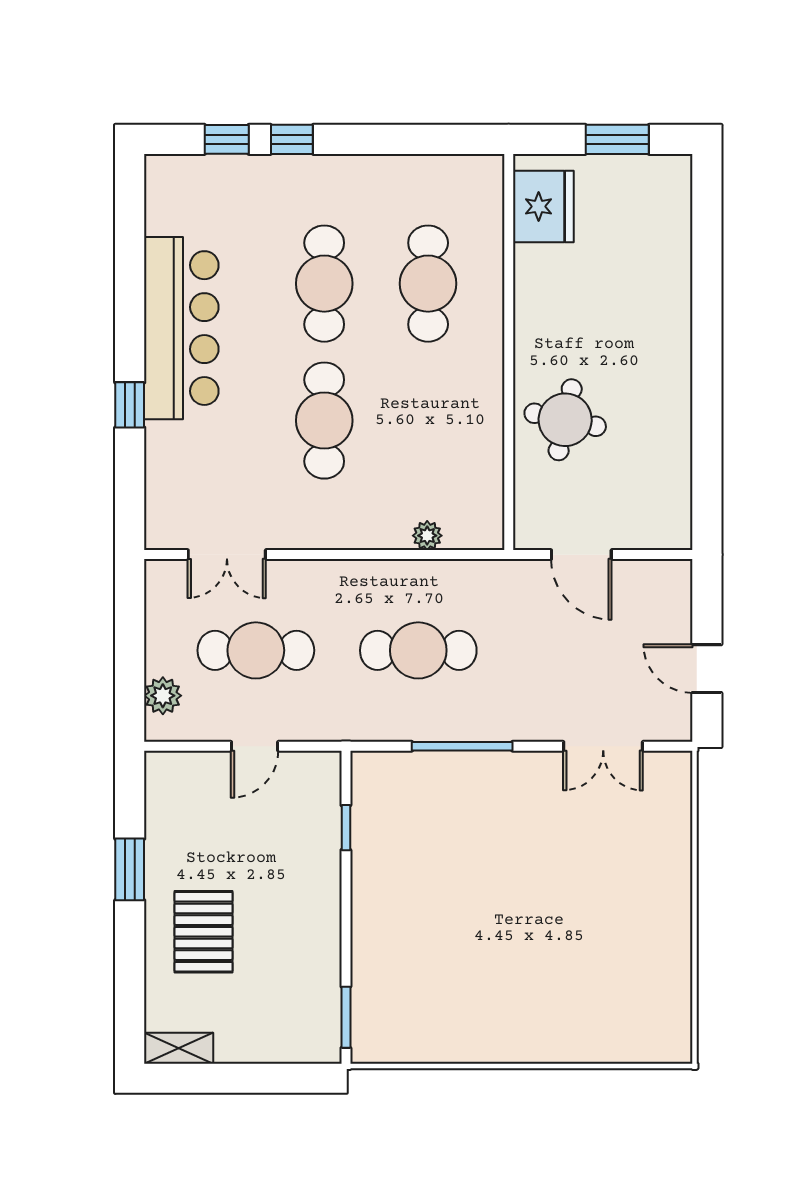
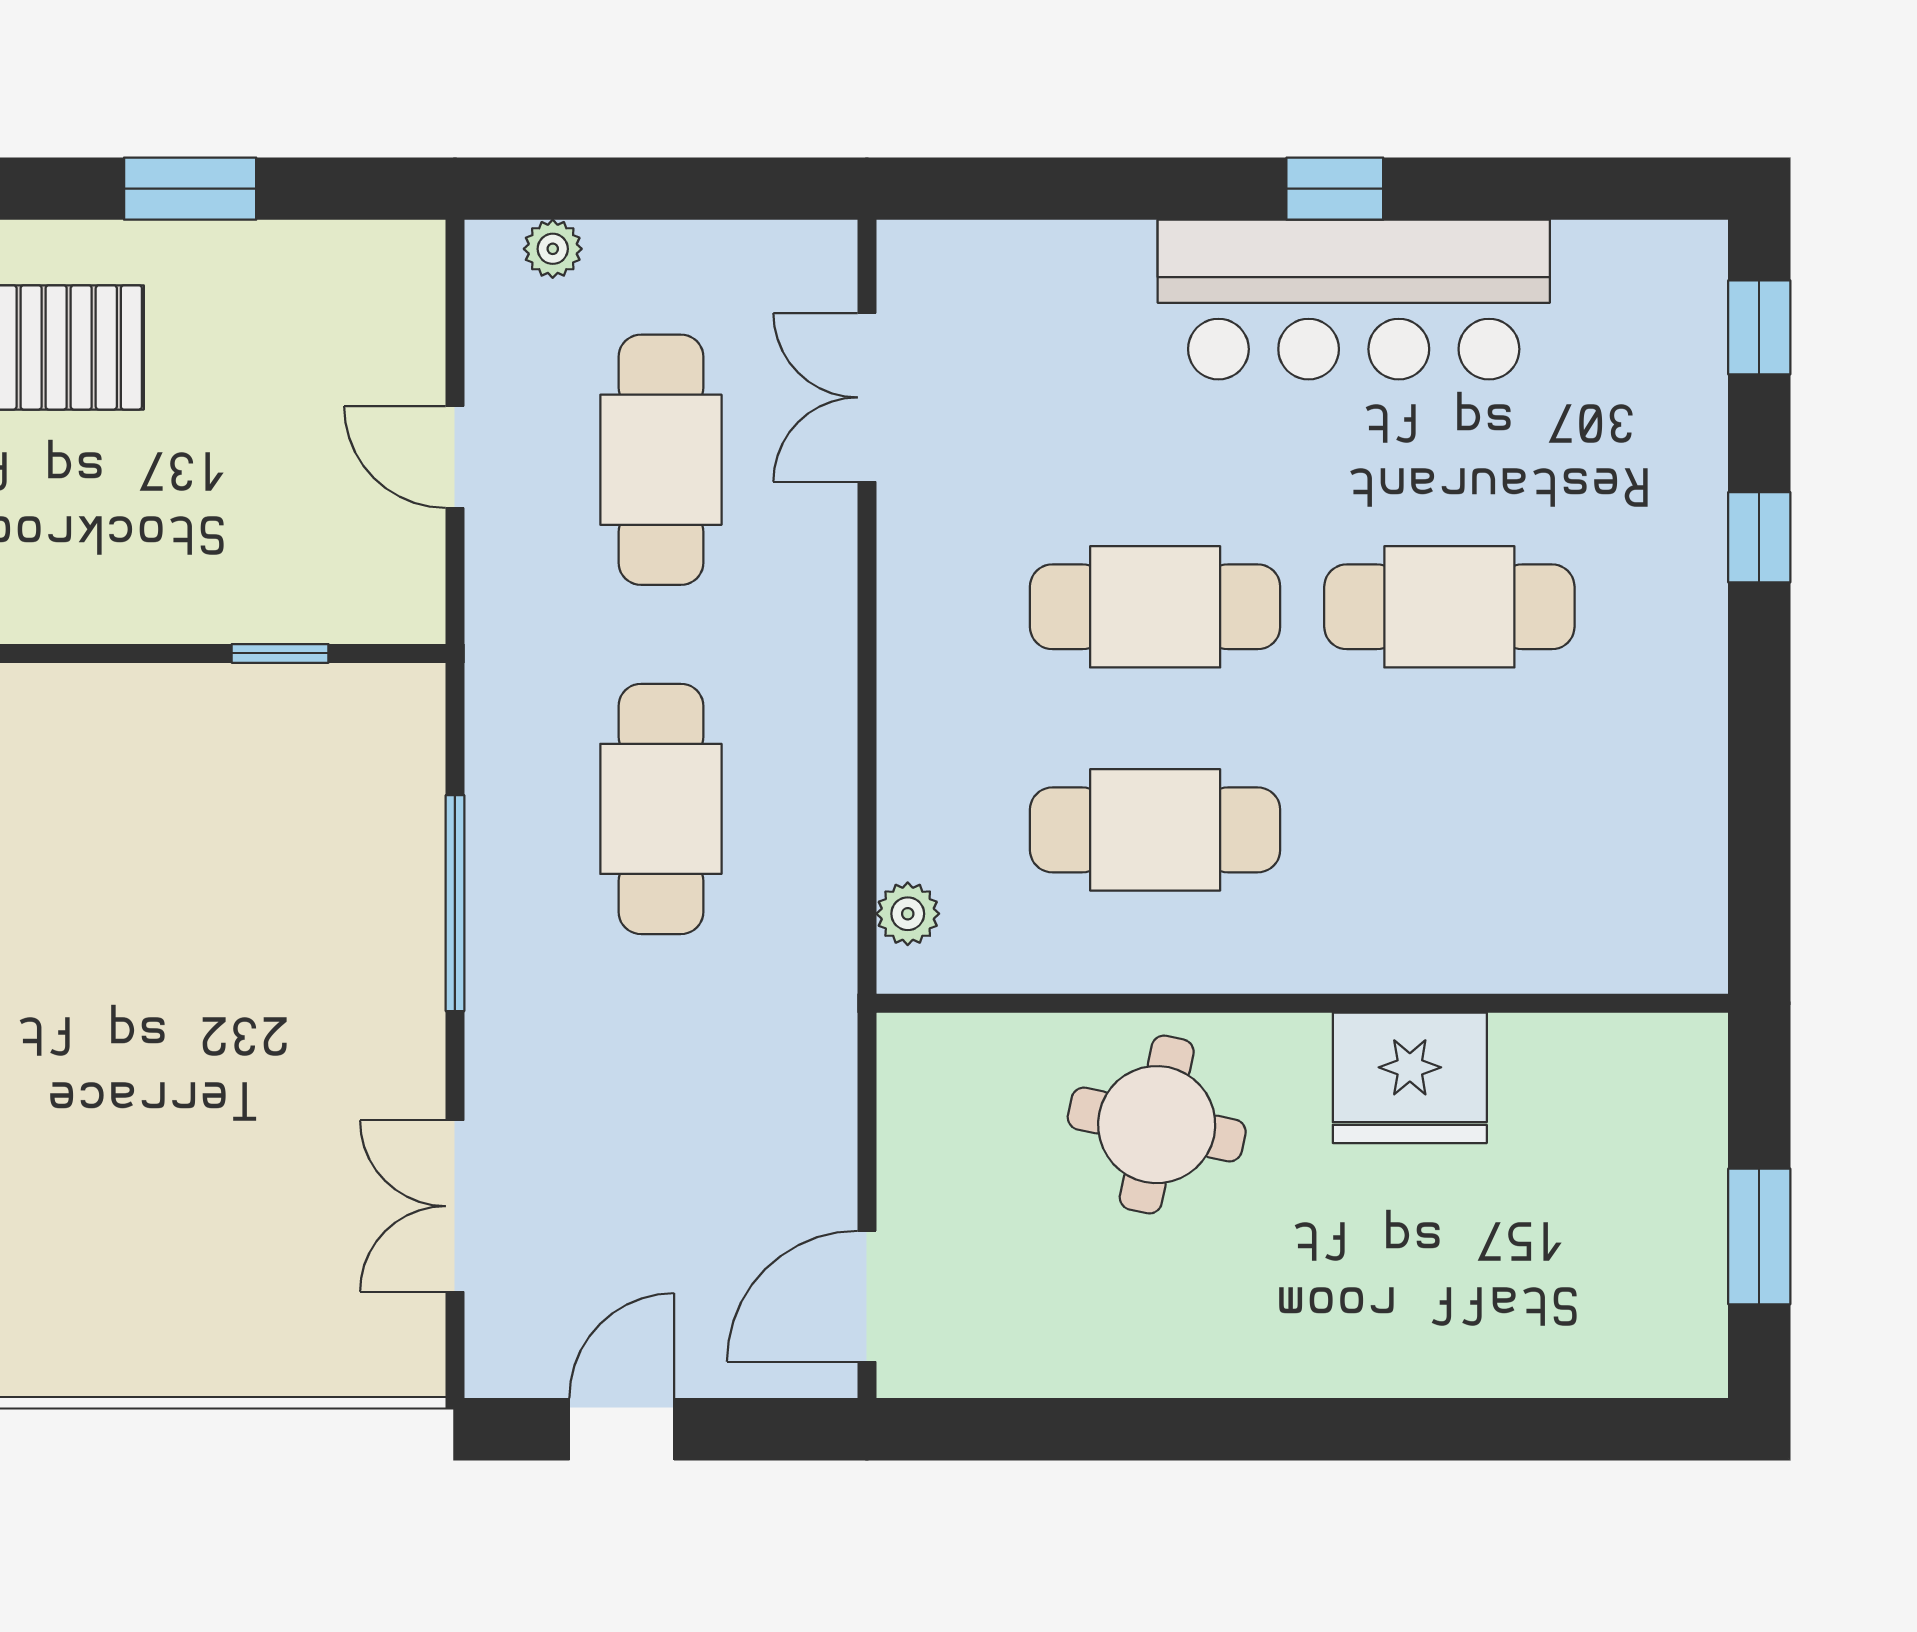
window: (227, 139) -> (1759, 327), moved
fridge: (543, 206) -> (1410, 1078), moved
cafe table: (428, 284) -> (1155, 830), moved
window: (130, 405) -> (1335, 189), moved
plant: (427, 536) -> (908, 914), moved
door: (581, 555) -> (867, 1296), moved
plant: (163, 696) -> (553, 249), width x0.73, depth x0.73

